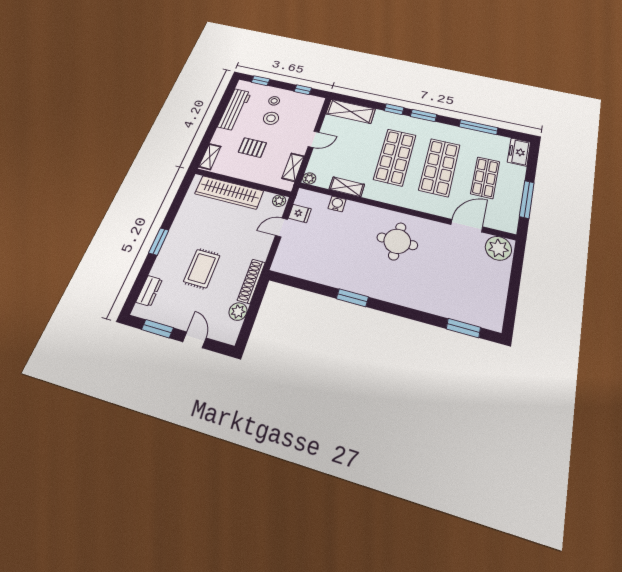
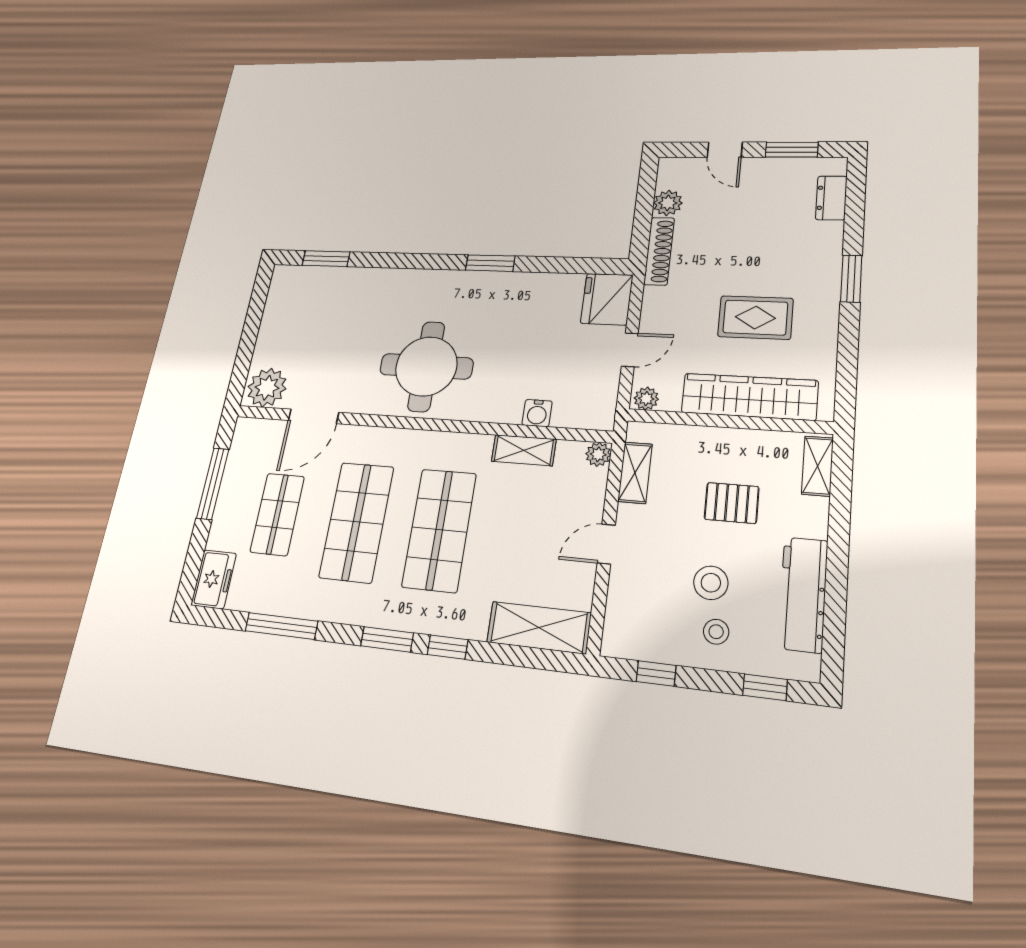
fridge: (300, 213) -> (607, 299), moved, width x1.88, depth x1.34
round table: (397, 241) -> (426, 366), width x1.36, depth x1.36
rug: (202, 268) -> (755, 317), moved, turned 90

